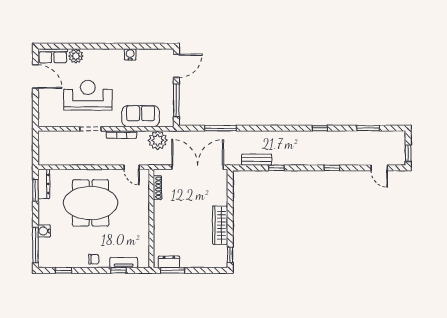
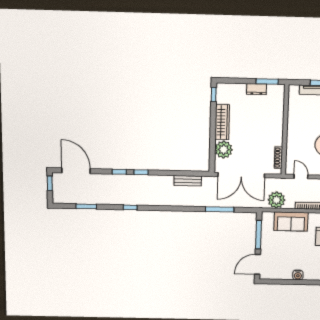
window: (276, 168) -> (141, 172), moved
door: (379, 168) -> (76, 171), width x1.87
plant: (218, 195) -> (224, 150), added
dresser: (169, 262) -> (256, 89), moved

